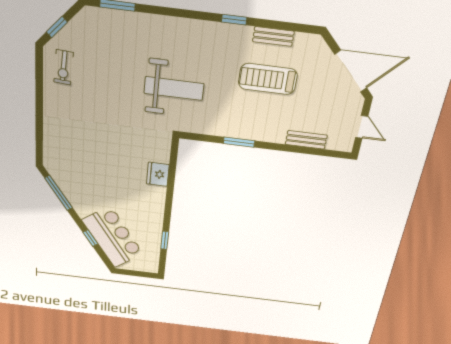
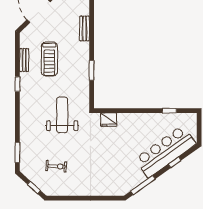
exercise bike: (64, 67) -> (56, 166), moved
fridge: (158, 174) -> (109, 120), moved
bar counter: (113, 237) -> (165, 151), width x1.36

